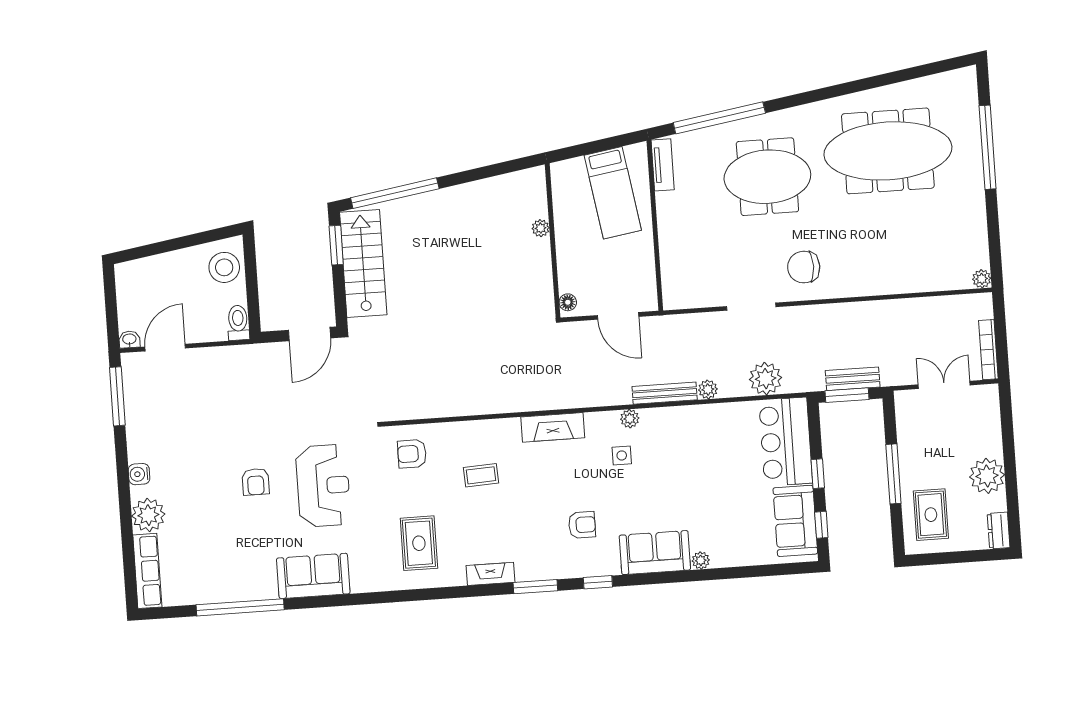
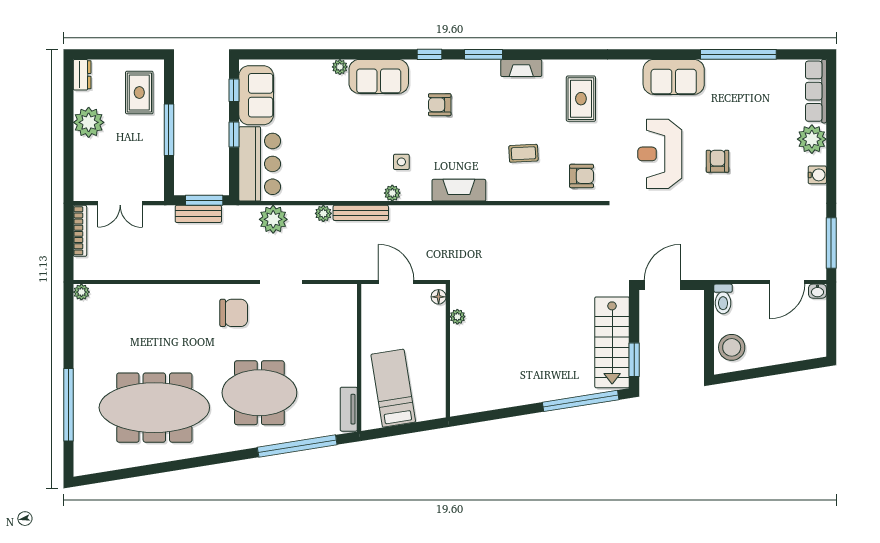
plant: (541, 228) -> (457, 317), moved

